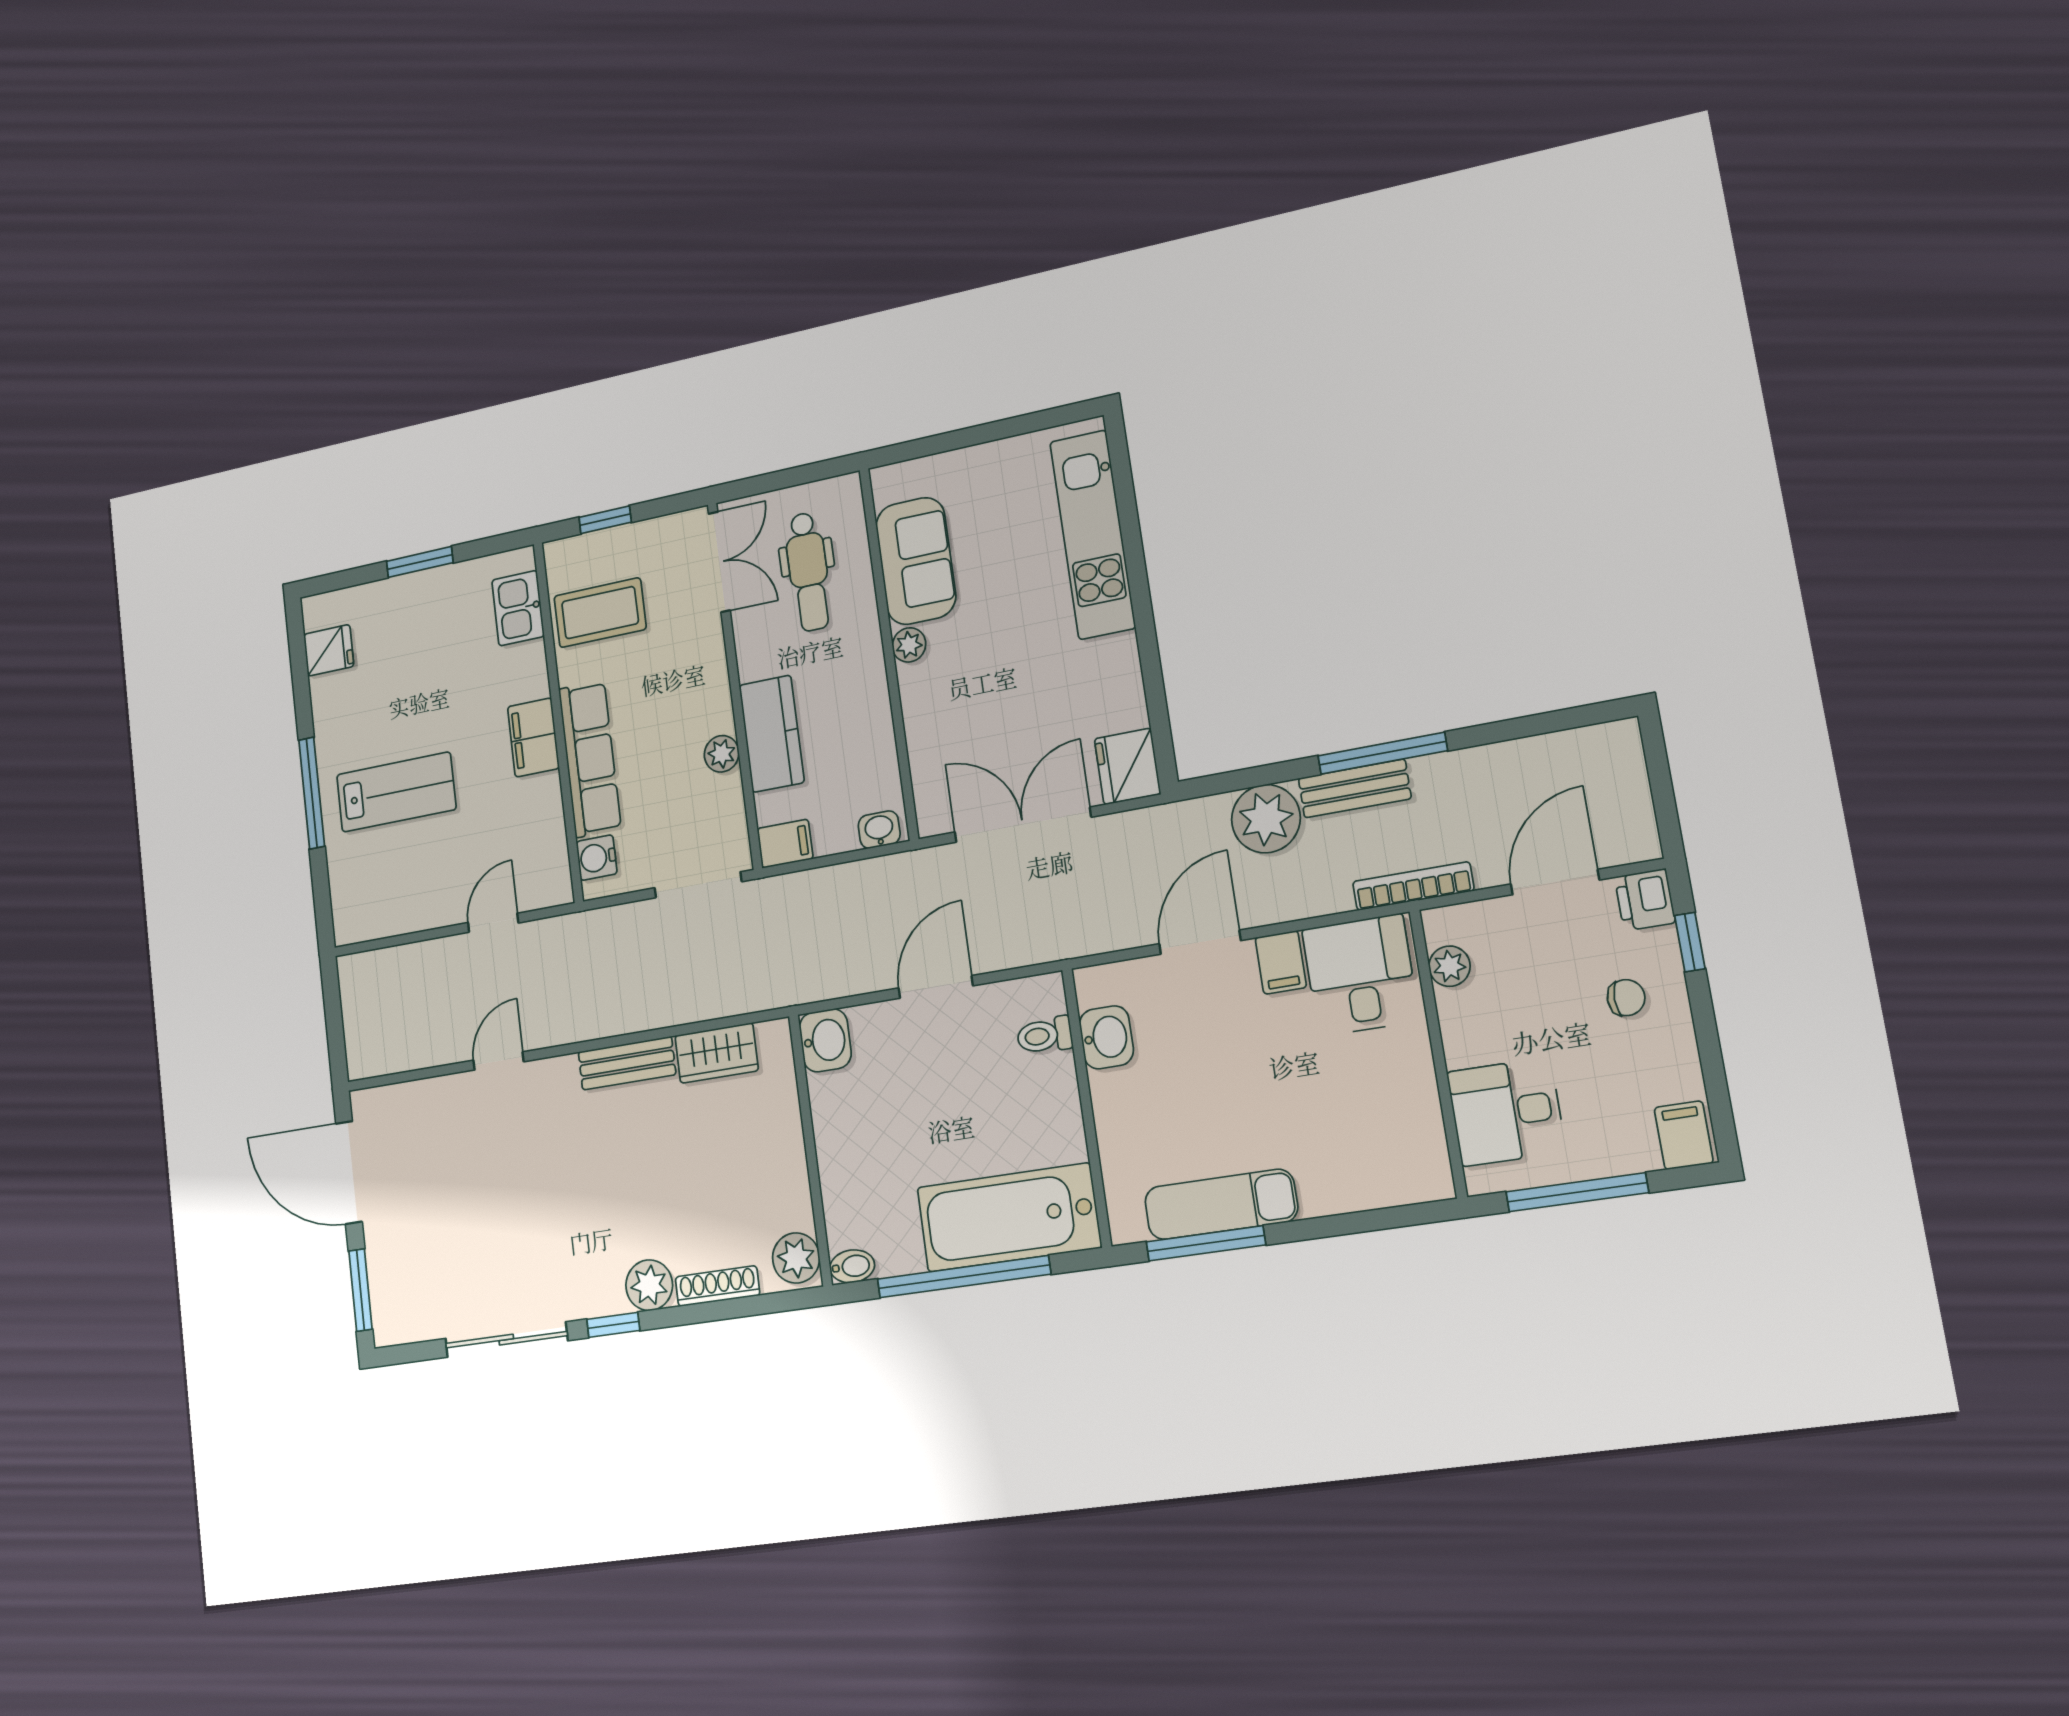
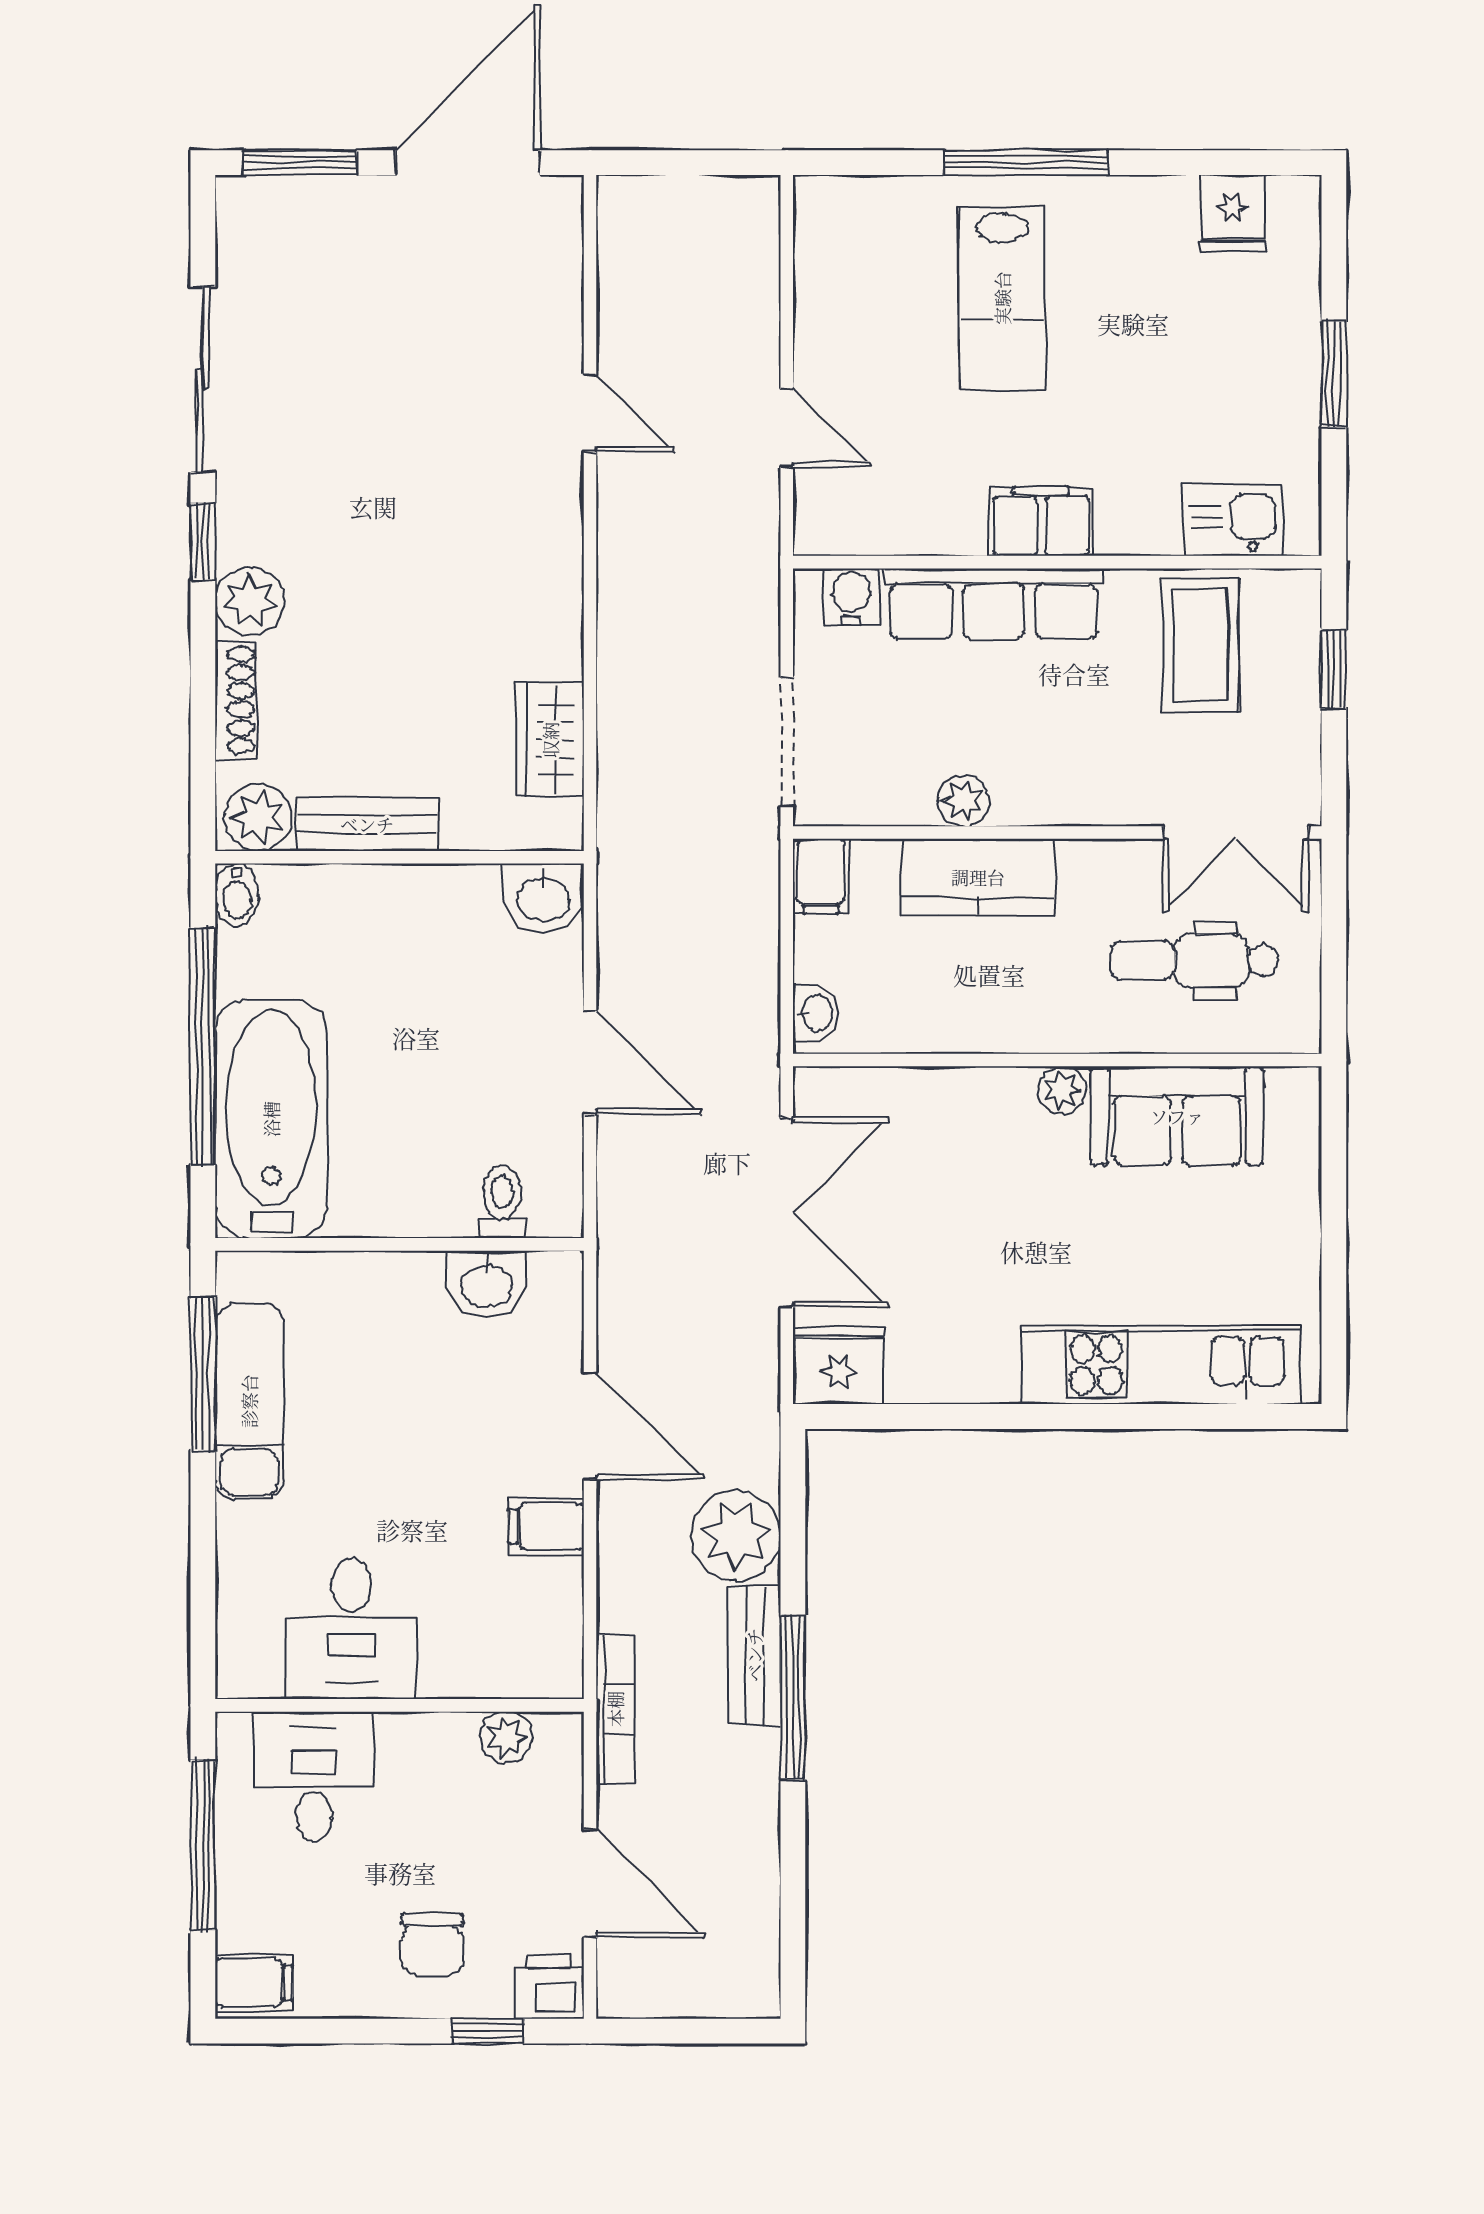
desk: (1360, 975) -> (351, 1629), moved, turned 90
chair: (1626, 998) -> (432, 1944), width x1.37, depth x1.37
bench: (627, 1063) -> (367, 824), moved, turned 90

